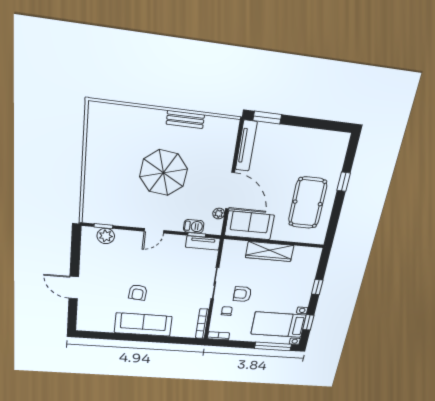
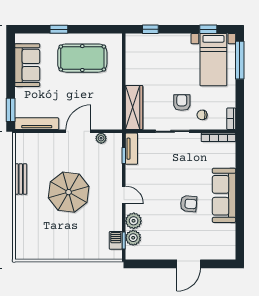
door: (230, 191) -> (78, 131), width x0.73
sofa: (249, 225) -> (27, 65), moved, turned 180
barbecue: (194, 226) -> (116, 240), moved
plant: (124, 238) -> (134, 221), added
wardrobe: (270, 252) -> (134, 107), moved
window: (317, 287) -> (150, 29), moved
armchair: (242, 294) -> (182, 103), turned 180

